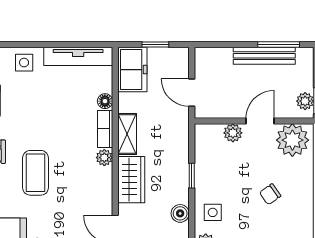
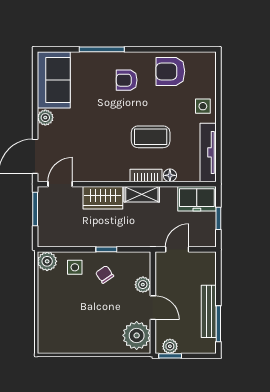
plant: (104, 158) -> (122, 175), removed
coffee table: (36, 173) -> (151, 137), moved
chair: (270, 194) -> (105, 274), moved
boiler: (180, 213) -> (74, 240), removed

